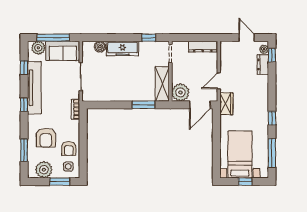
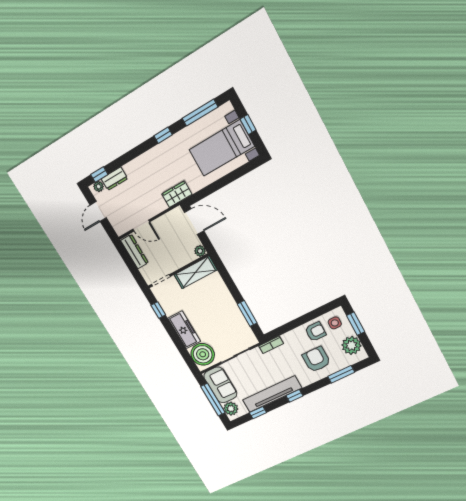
boiler: (100, 47) -> (203, 354), width x1.86, depth x1.86
door: (219, 81) -> (141, 226), moved
plant: (180, 92) -> (200, 251), width x0.53, depth x0.53
window: (144, 105) -> (247, 313), moved
armchair: (46, 138) -> (316, 359), turned -90

